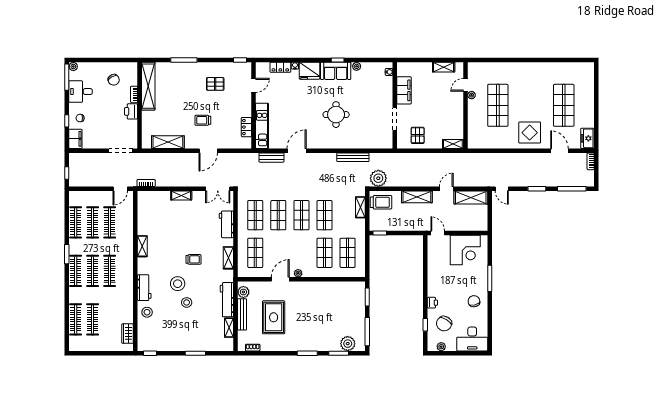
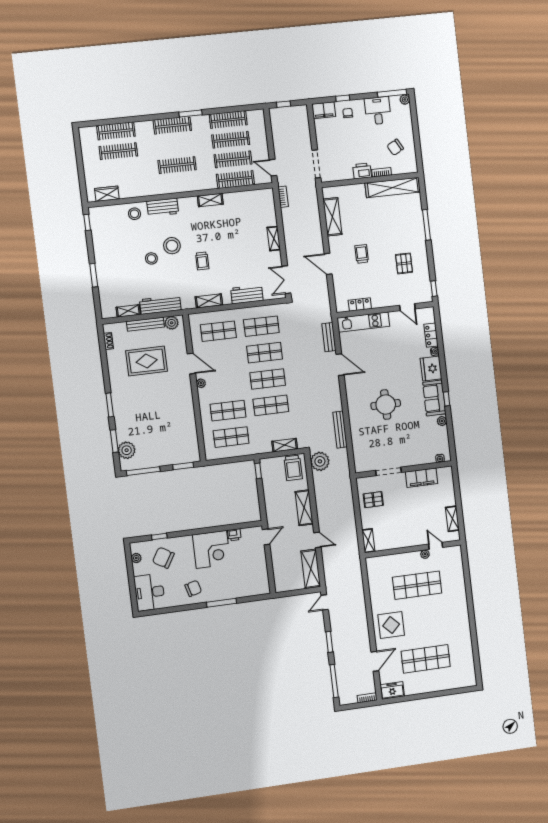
corner desk: (465, 250) -> (211, 549), moved, turned -90
clothes rail: (93, 271) -> (235, 179), moved
printer: (432, 303) -> (234, 535), moved

